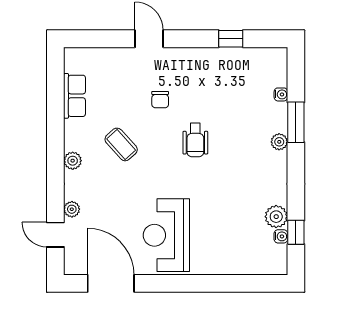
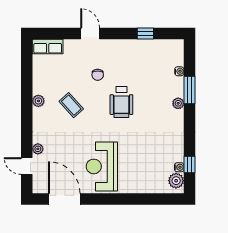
row of seats: (74, 96) -> (48, 46), moved, turned 90
wheelchair: (195, 140) -> (121, 102), width x1.36, depth x1.37
plant: (73, 161) -> (38, 101), moved
plant: (276, 217) -> (176, 181), moved

